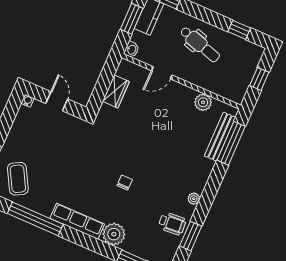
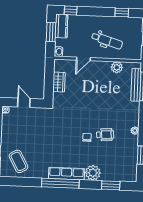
dental chair: (200, 44) -> (107, 41), moved
window: (35, 219) -> (60, 183), moved
wheelchair: (172, 224) -> (105, 135), moved

